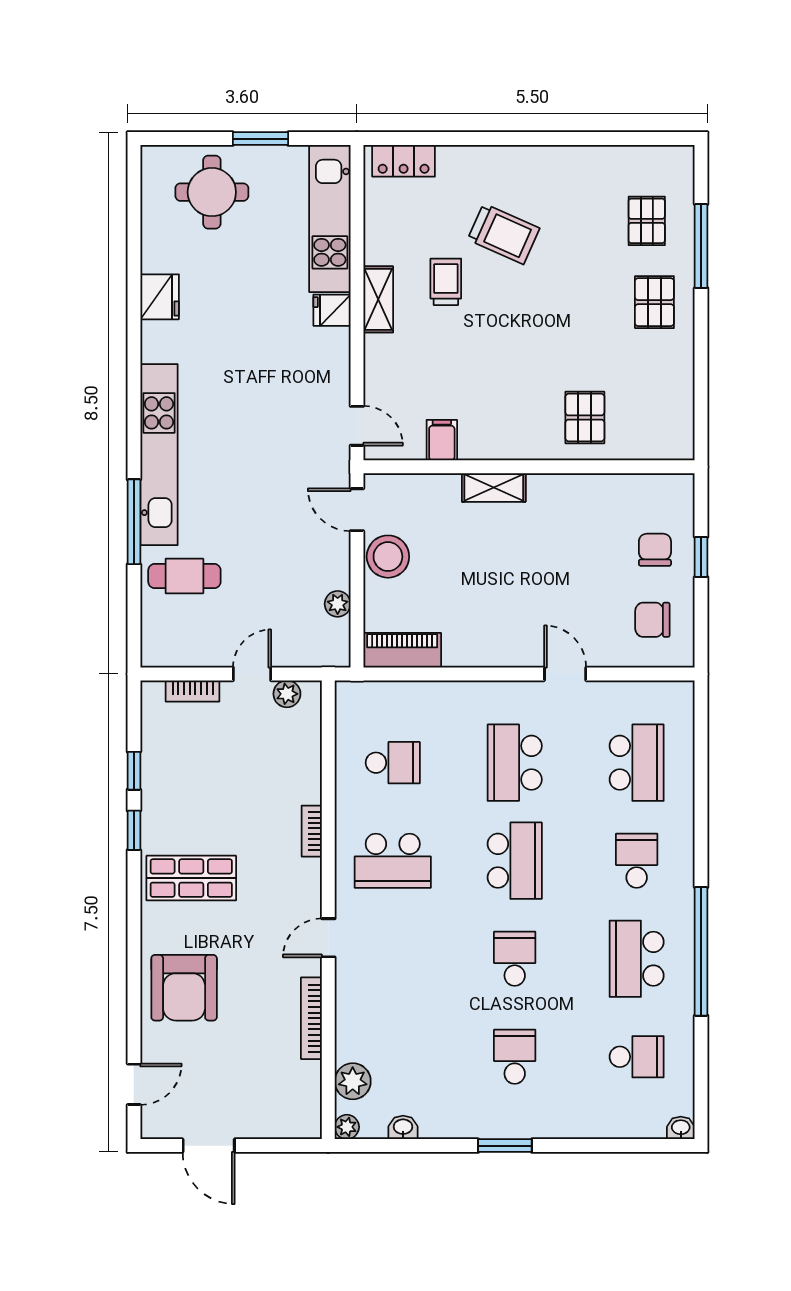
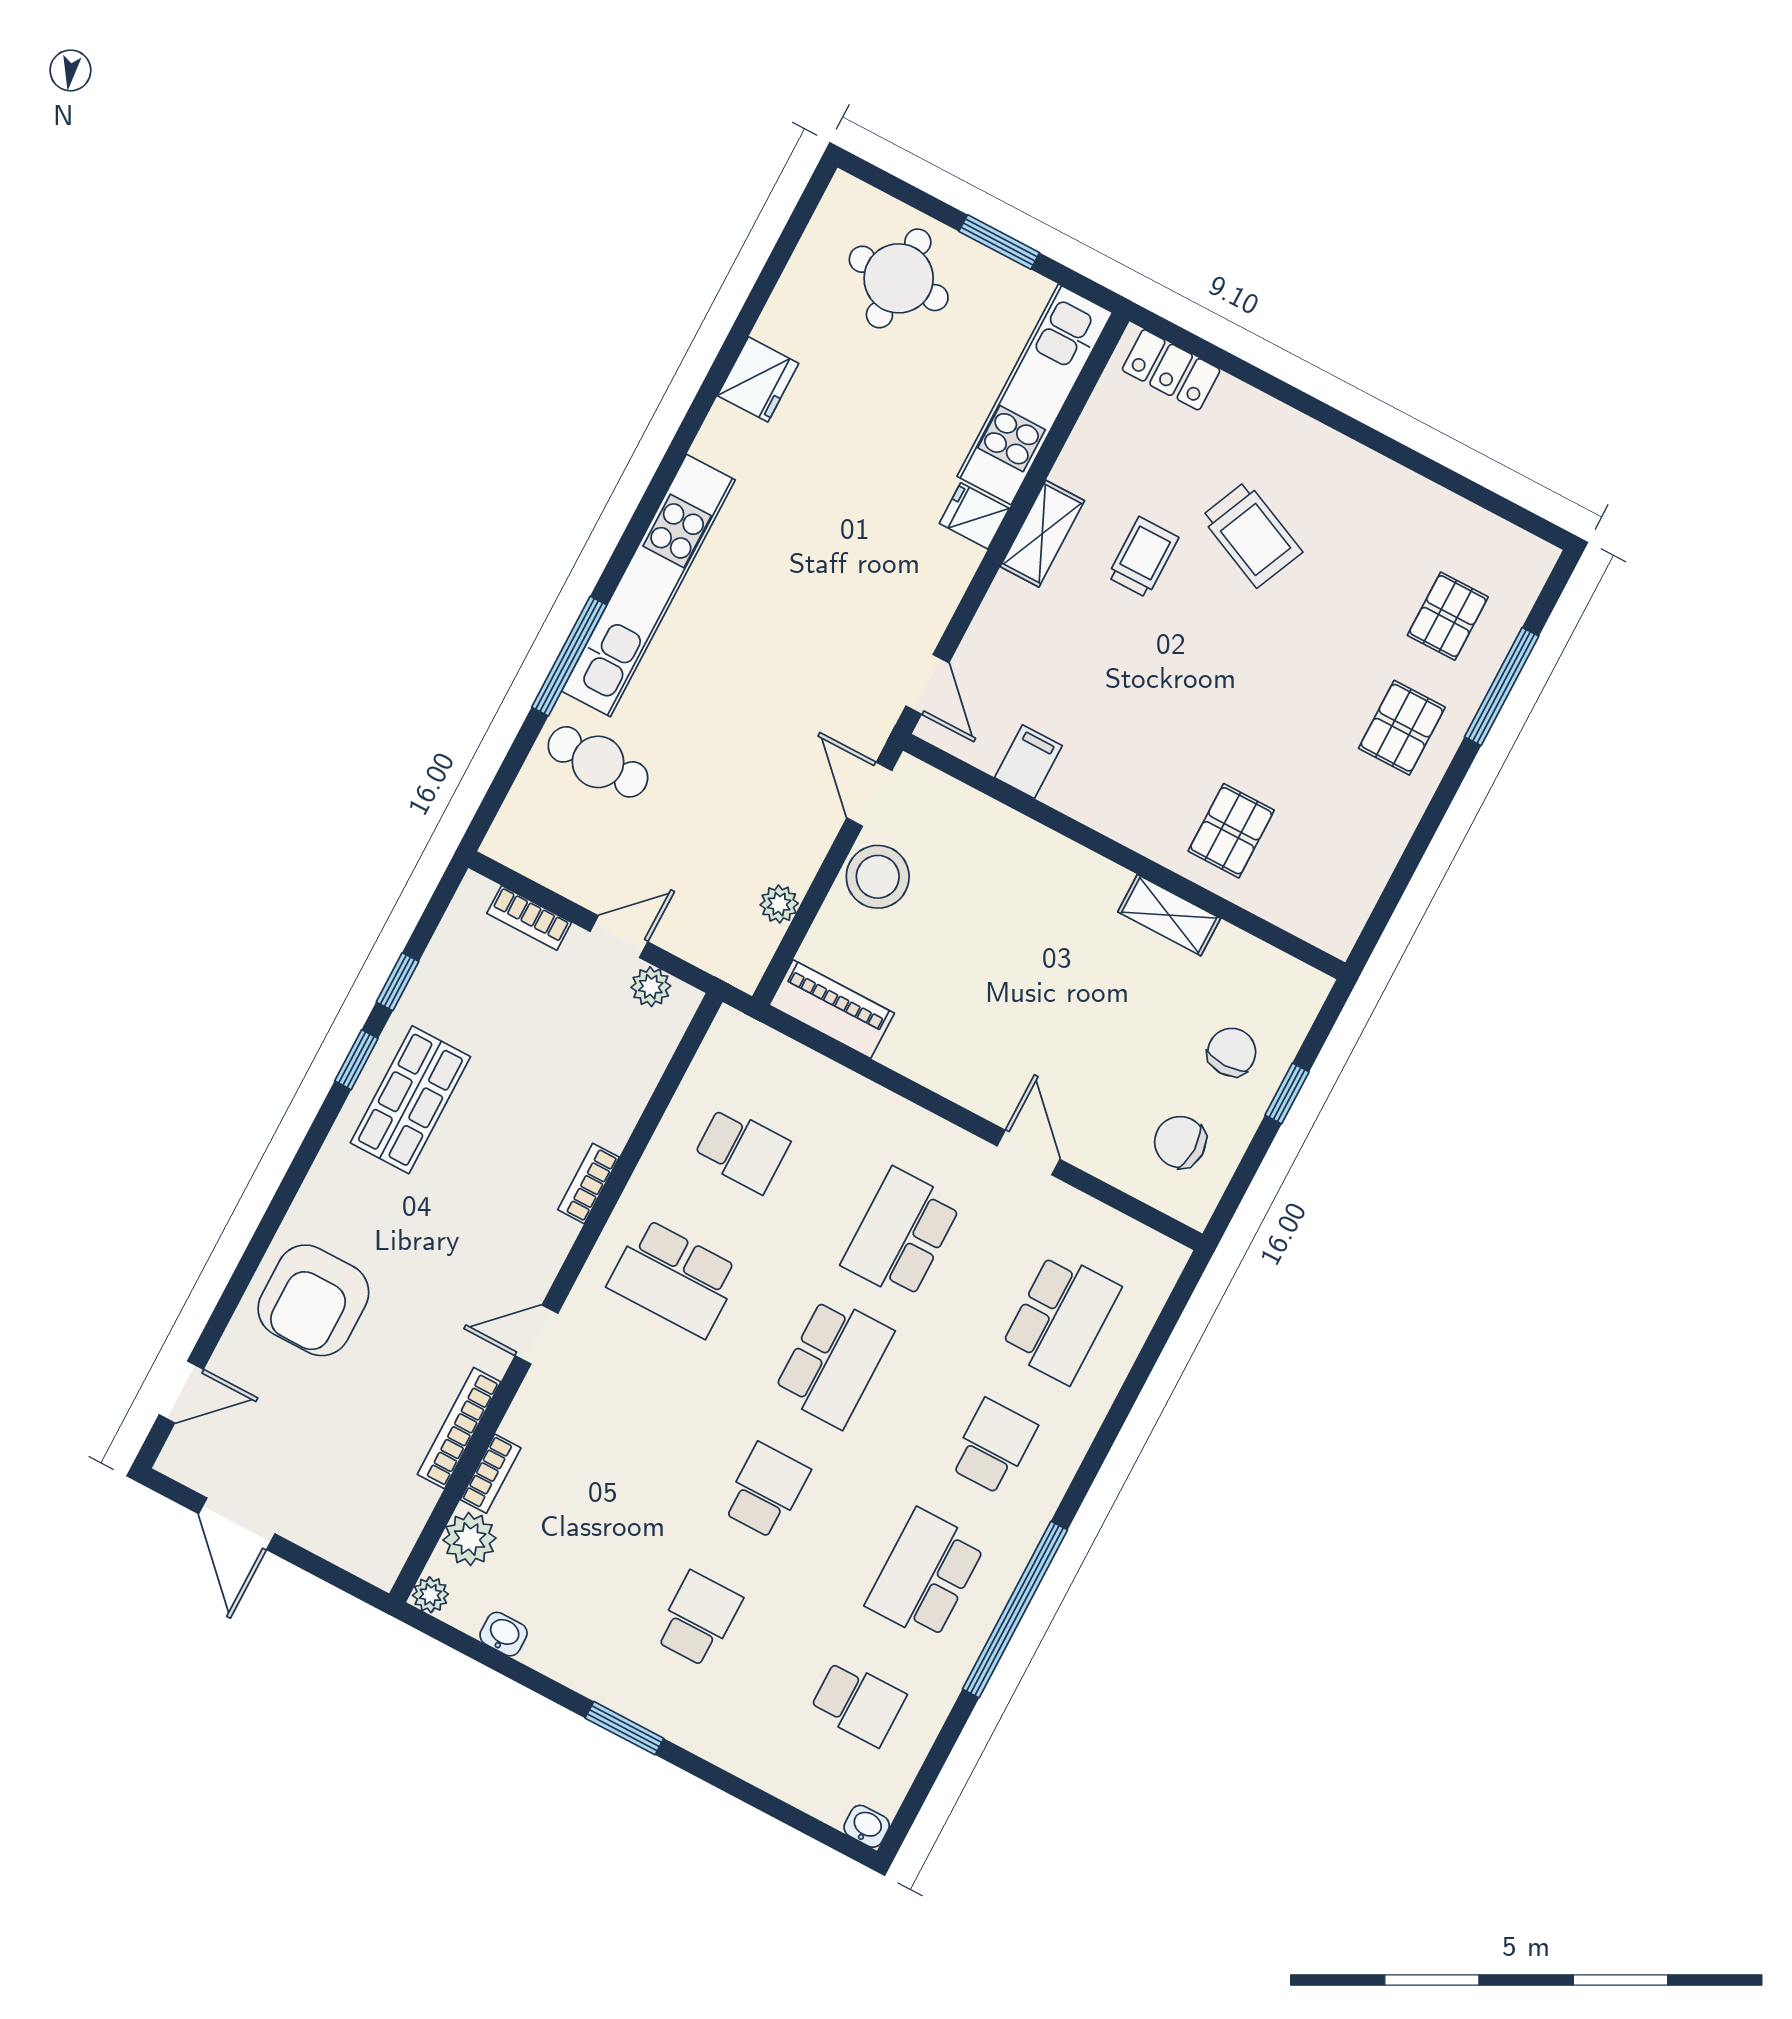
shelving: (494, 488) -> (1169, 915), moved
shop shelf: (191, 878) -> (410, 1100), moved, turned 90
bookcase: (345, 1036) -> (491, 1474), added

